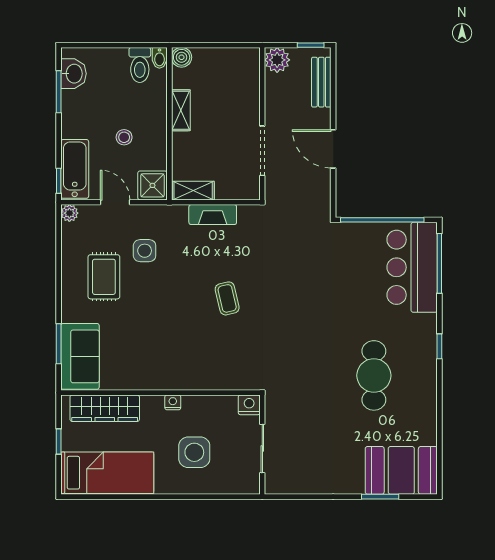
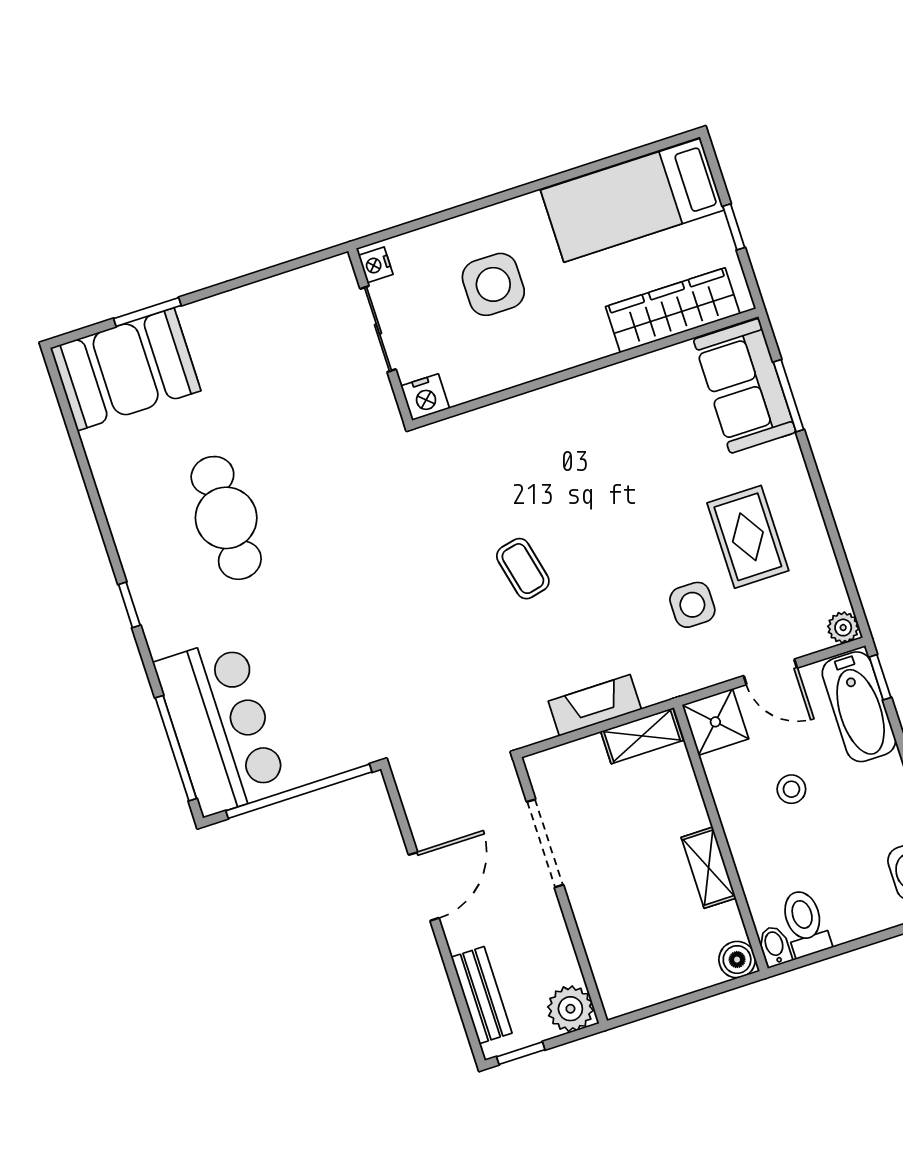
door: (333, 149) -> (424, 886), hinge flipped
nightstand: (173, 402) -> (376, 265), moved, turned 90

